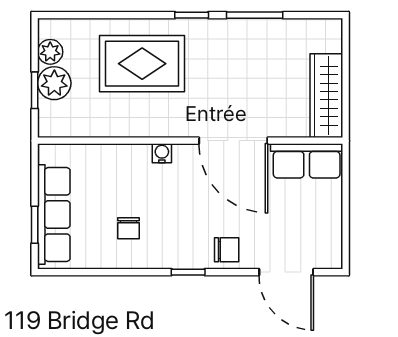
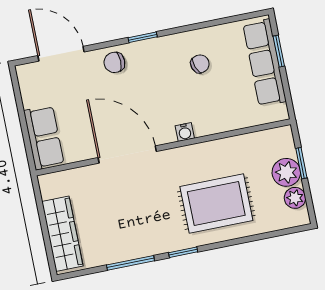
wardrobe: (326, 96) -> (62, 234), moved
row of seats: (307, 161) -> (44, 137), moved, turned 90
chair: (129, 228) -> (200, 64), turned 71

